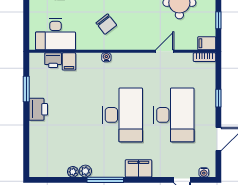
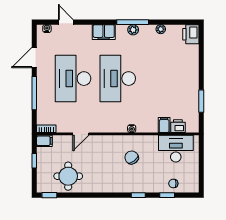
window: (218, 98) -> (34, 93), width x2.17
printer: (38, 109) -> (191, 34), moved
plant: (85, 171) -> (133, 30), moved

